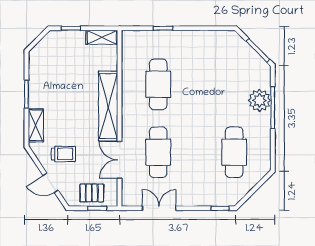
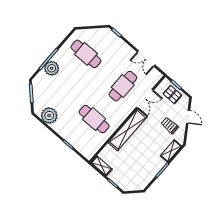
plant: (214, 43) -> (49, 115), added
cafe table: (158, 84) -> (94, 119), turned 90
cafe table: (234, 152) -> (86, 54), turned 90

